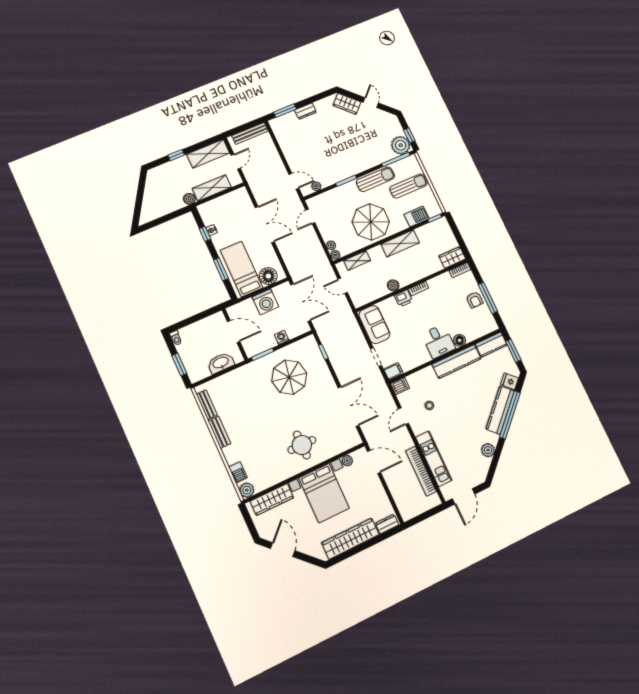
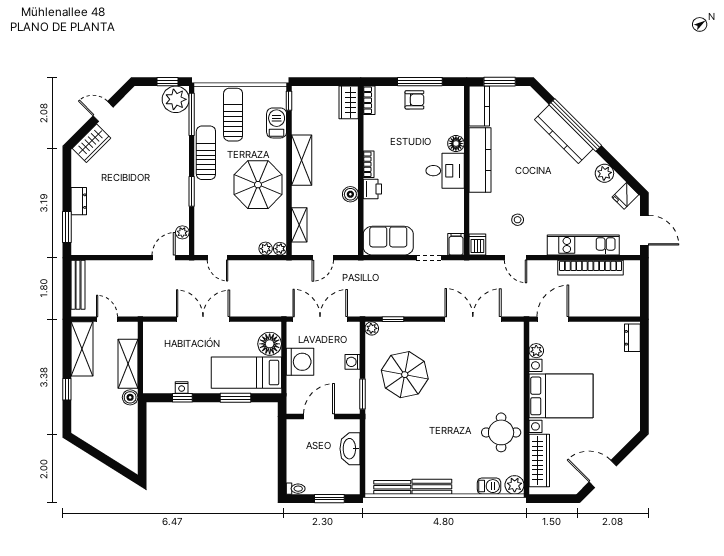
plant: (310, 340) -> (372, 328), added
fridge: (510, 381) -> (625, 196), moved
round table: (302, 445) -> (501, 432), moved
wardrobe: (350, 539) -> (628, 389), removed

